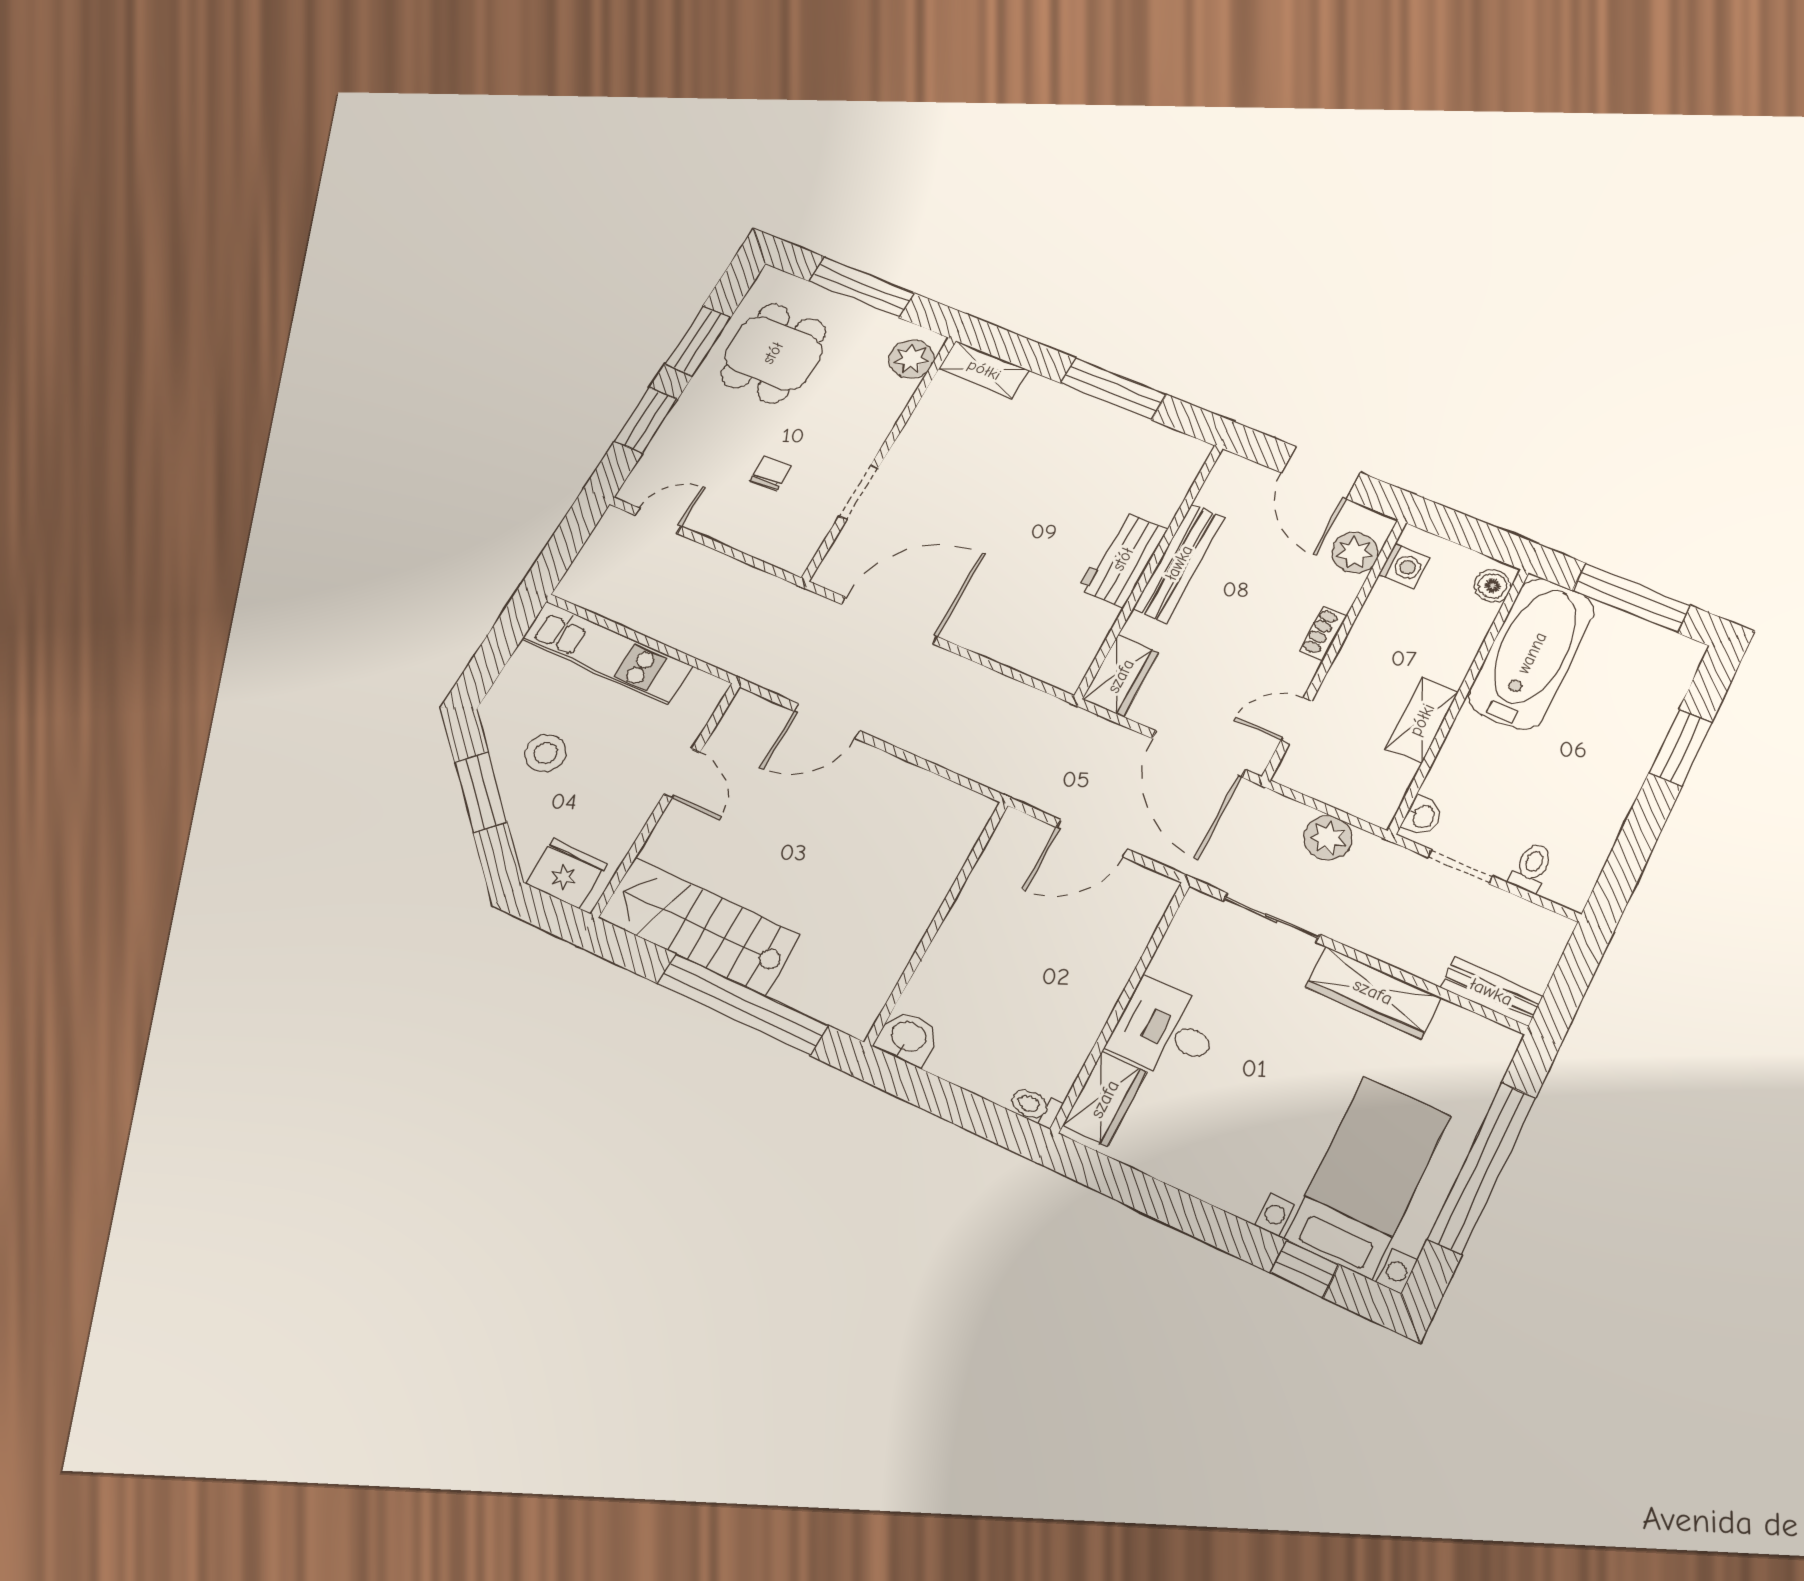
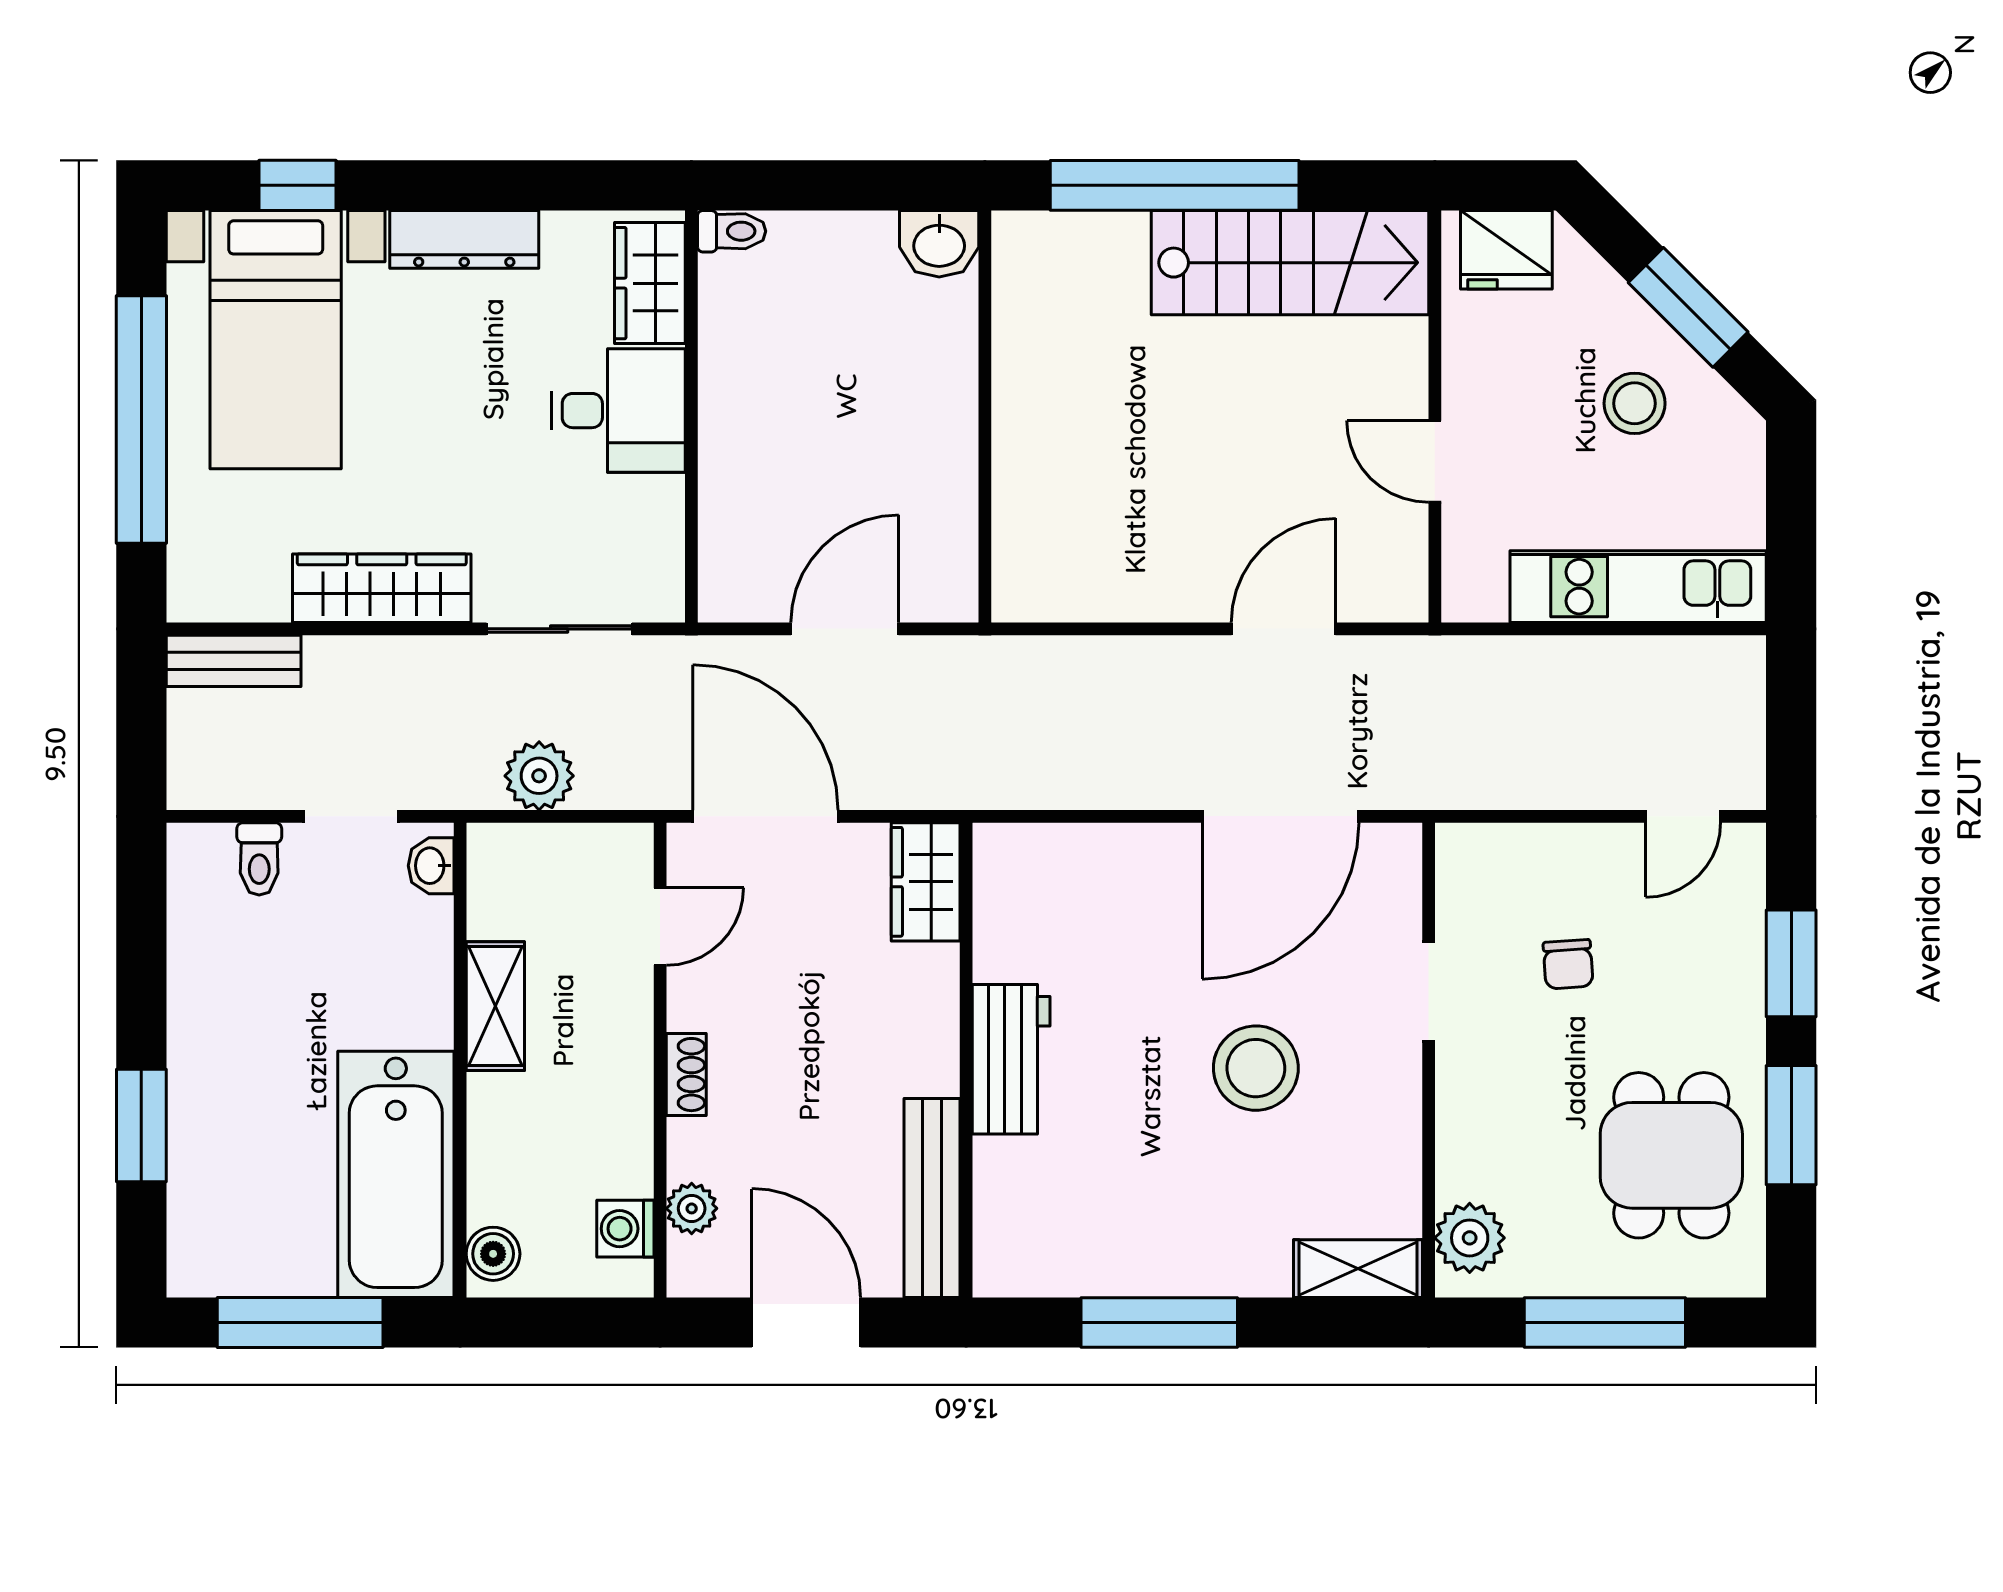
stool: (982, 495) -> (1256, 1068), added
plant: (1355, 553) -> (692, 1208), width x0.73, depth x0.73
bench: (1179, 563) -> (932, 1198), moved
dresser: (1211, 1182) -> (464, 239), added

